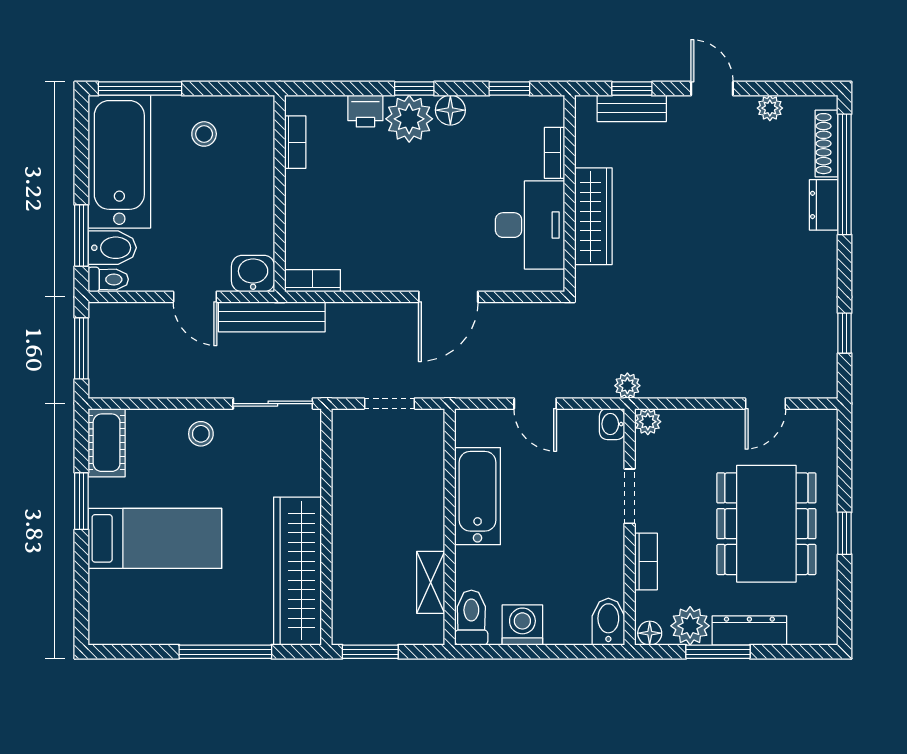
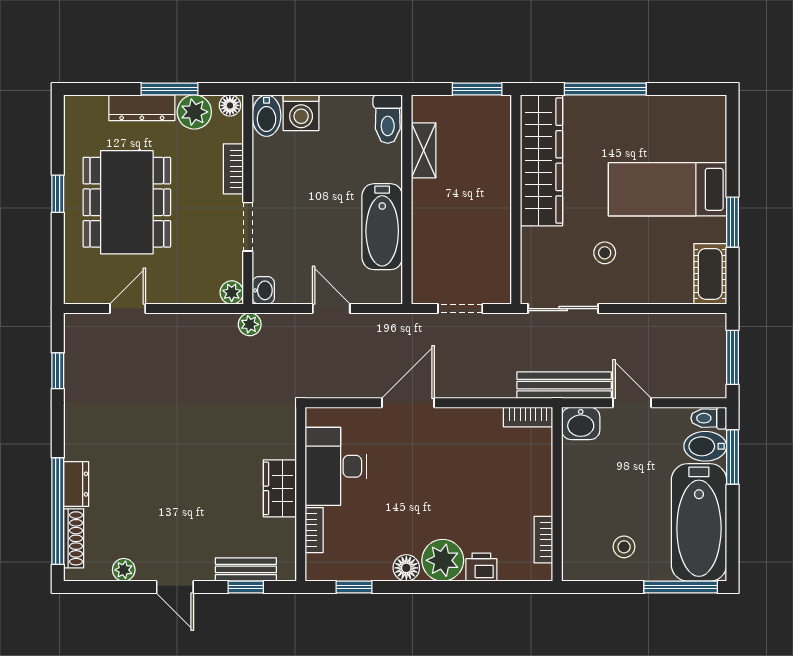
window: (414, 89) -> (438, 587), removed
wardrobe: (593, 216) -> (280, 488), width x0.67
stool: (201, 434) -> (605, 253), moved
washing machine: (522, 625) -> (301, 113), moved

